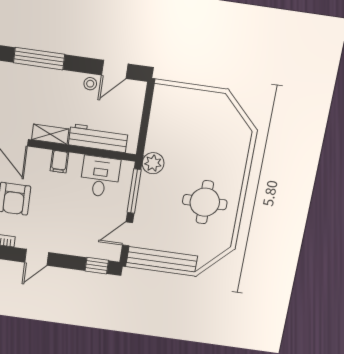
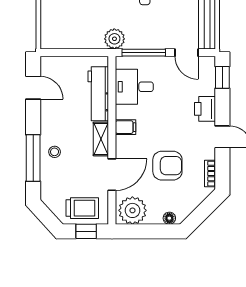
stool: (90, 84) -> (55, 152), moved
printer: (67, 244) -> (205, 109), added

